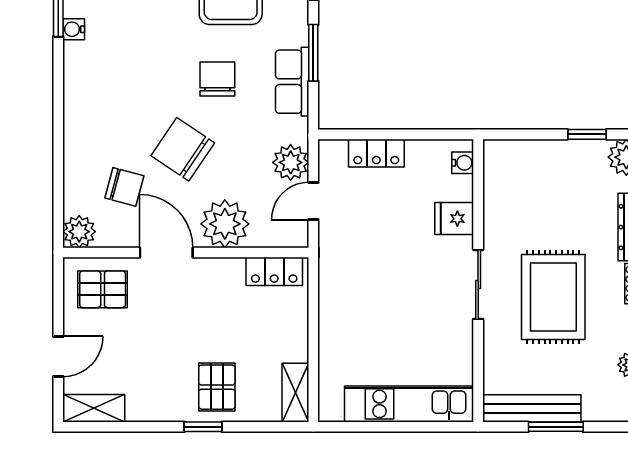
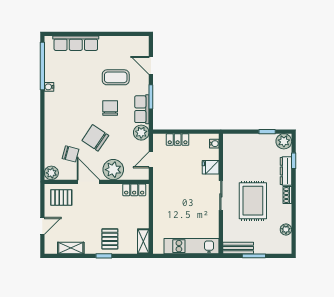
plant: (291, 162) -> (141, 133), moved
shelving: (94, 408) -> (71, 248), moved
bench: (532, 408) -> (238, 248), width x0.73

